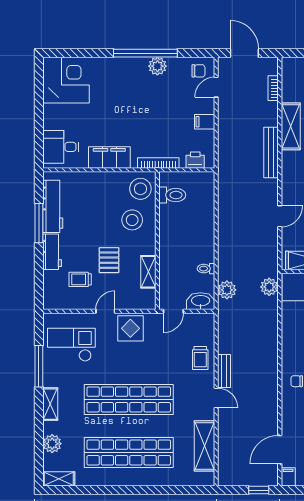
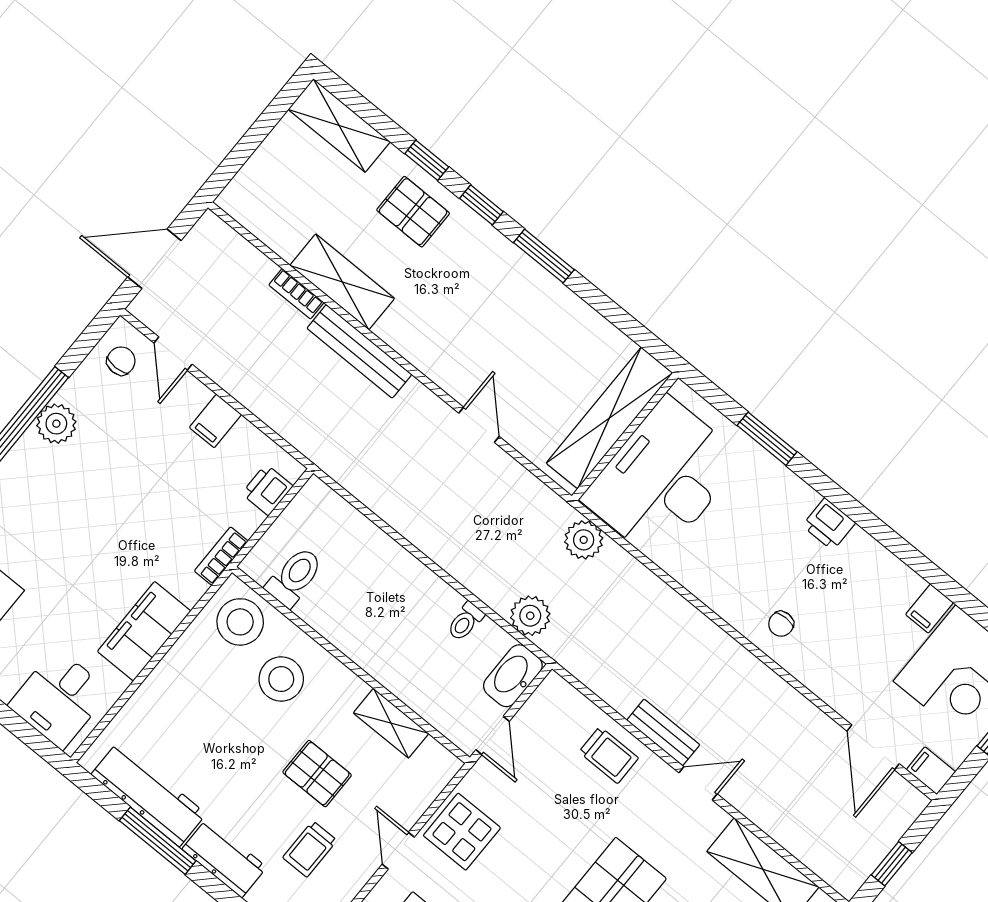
bookcase: (273, 88) -> (296, 294), moved
bookcase: (158, 163) -> (221, 556), width x0.64
window: (259, 490) -> (892, 864), moved

